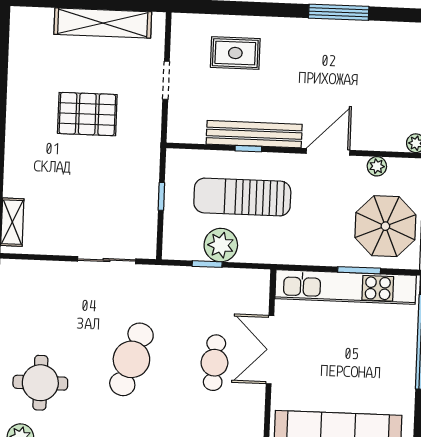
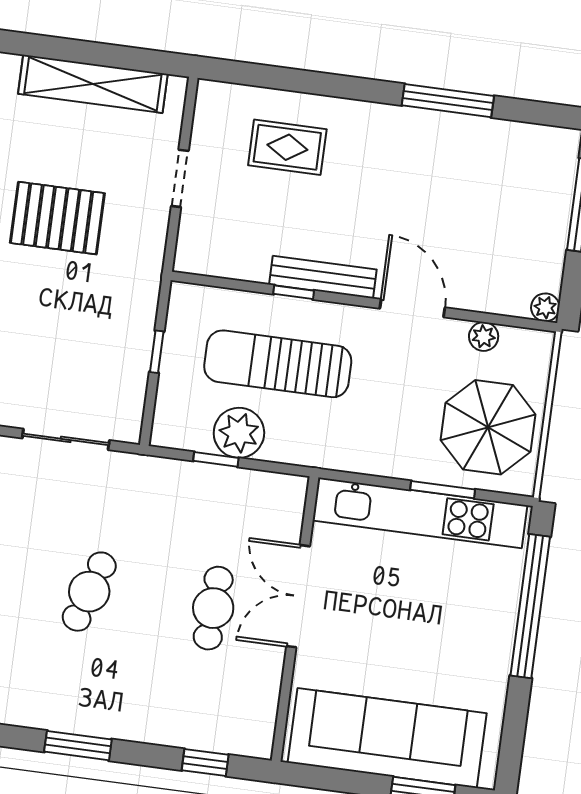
bench: (254, 134) -> (323, 277), width x0.73, depth x0.82
door: (328, 152) -> (412, 308), hinge flipped
cafe table: (131, 359) -> (89, 592), width x0.73, depth x0.74

